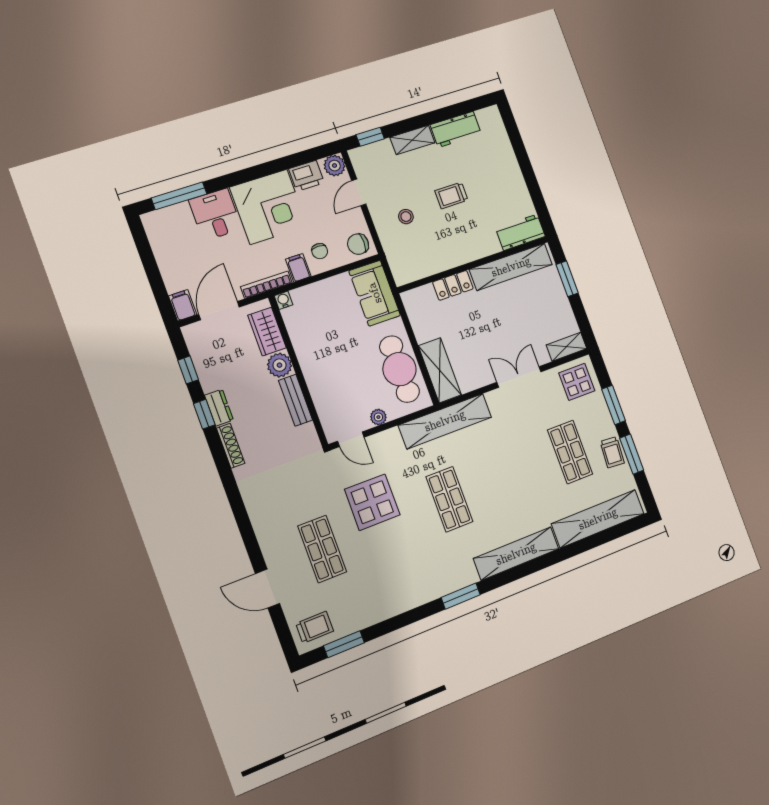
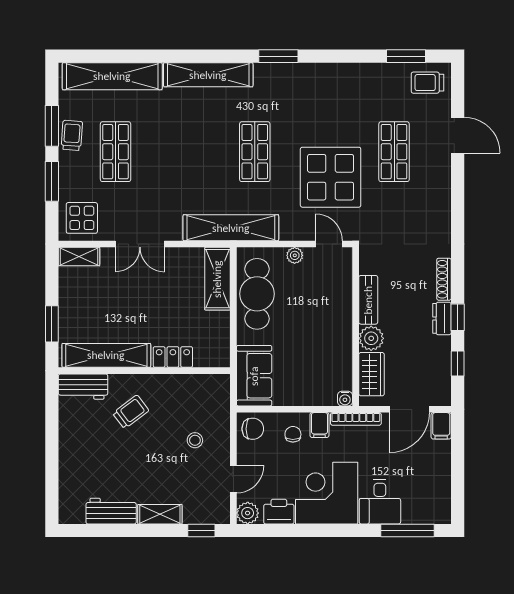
trolley: (451, 195) -> (131, 412), moved, turned -37
display table: (372, 502) -> (331, 177), width x1.36, depth x1.36

